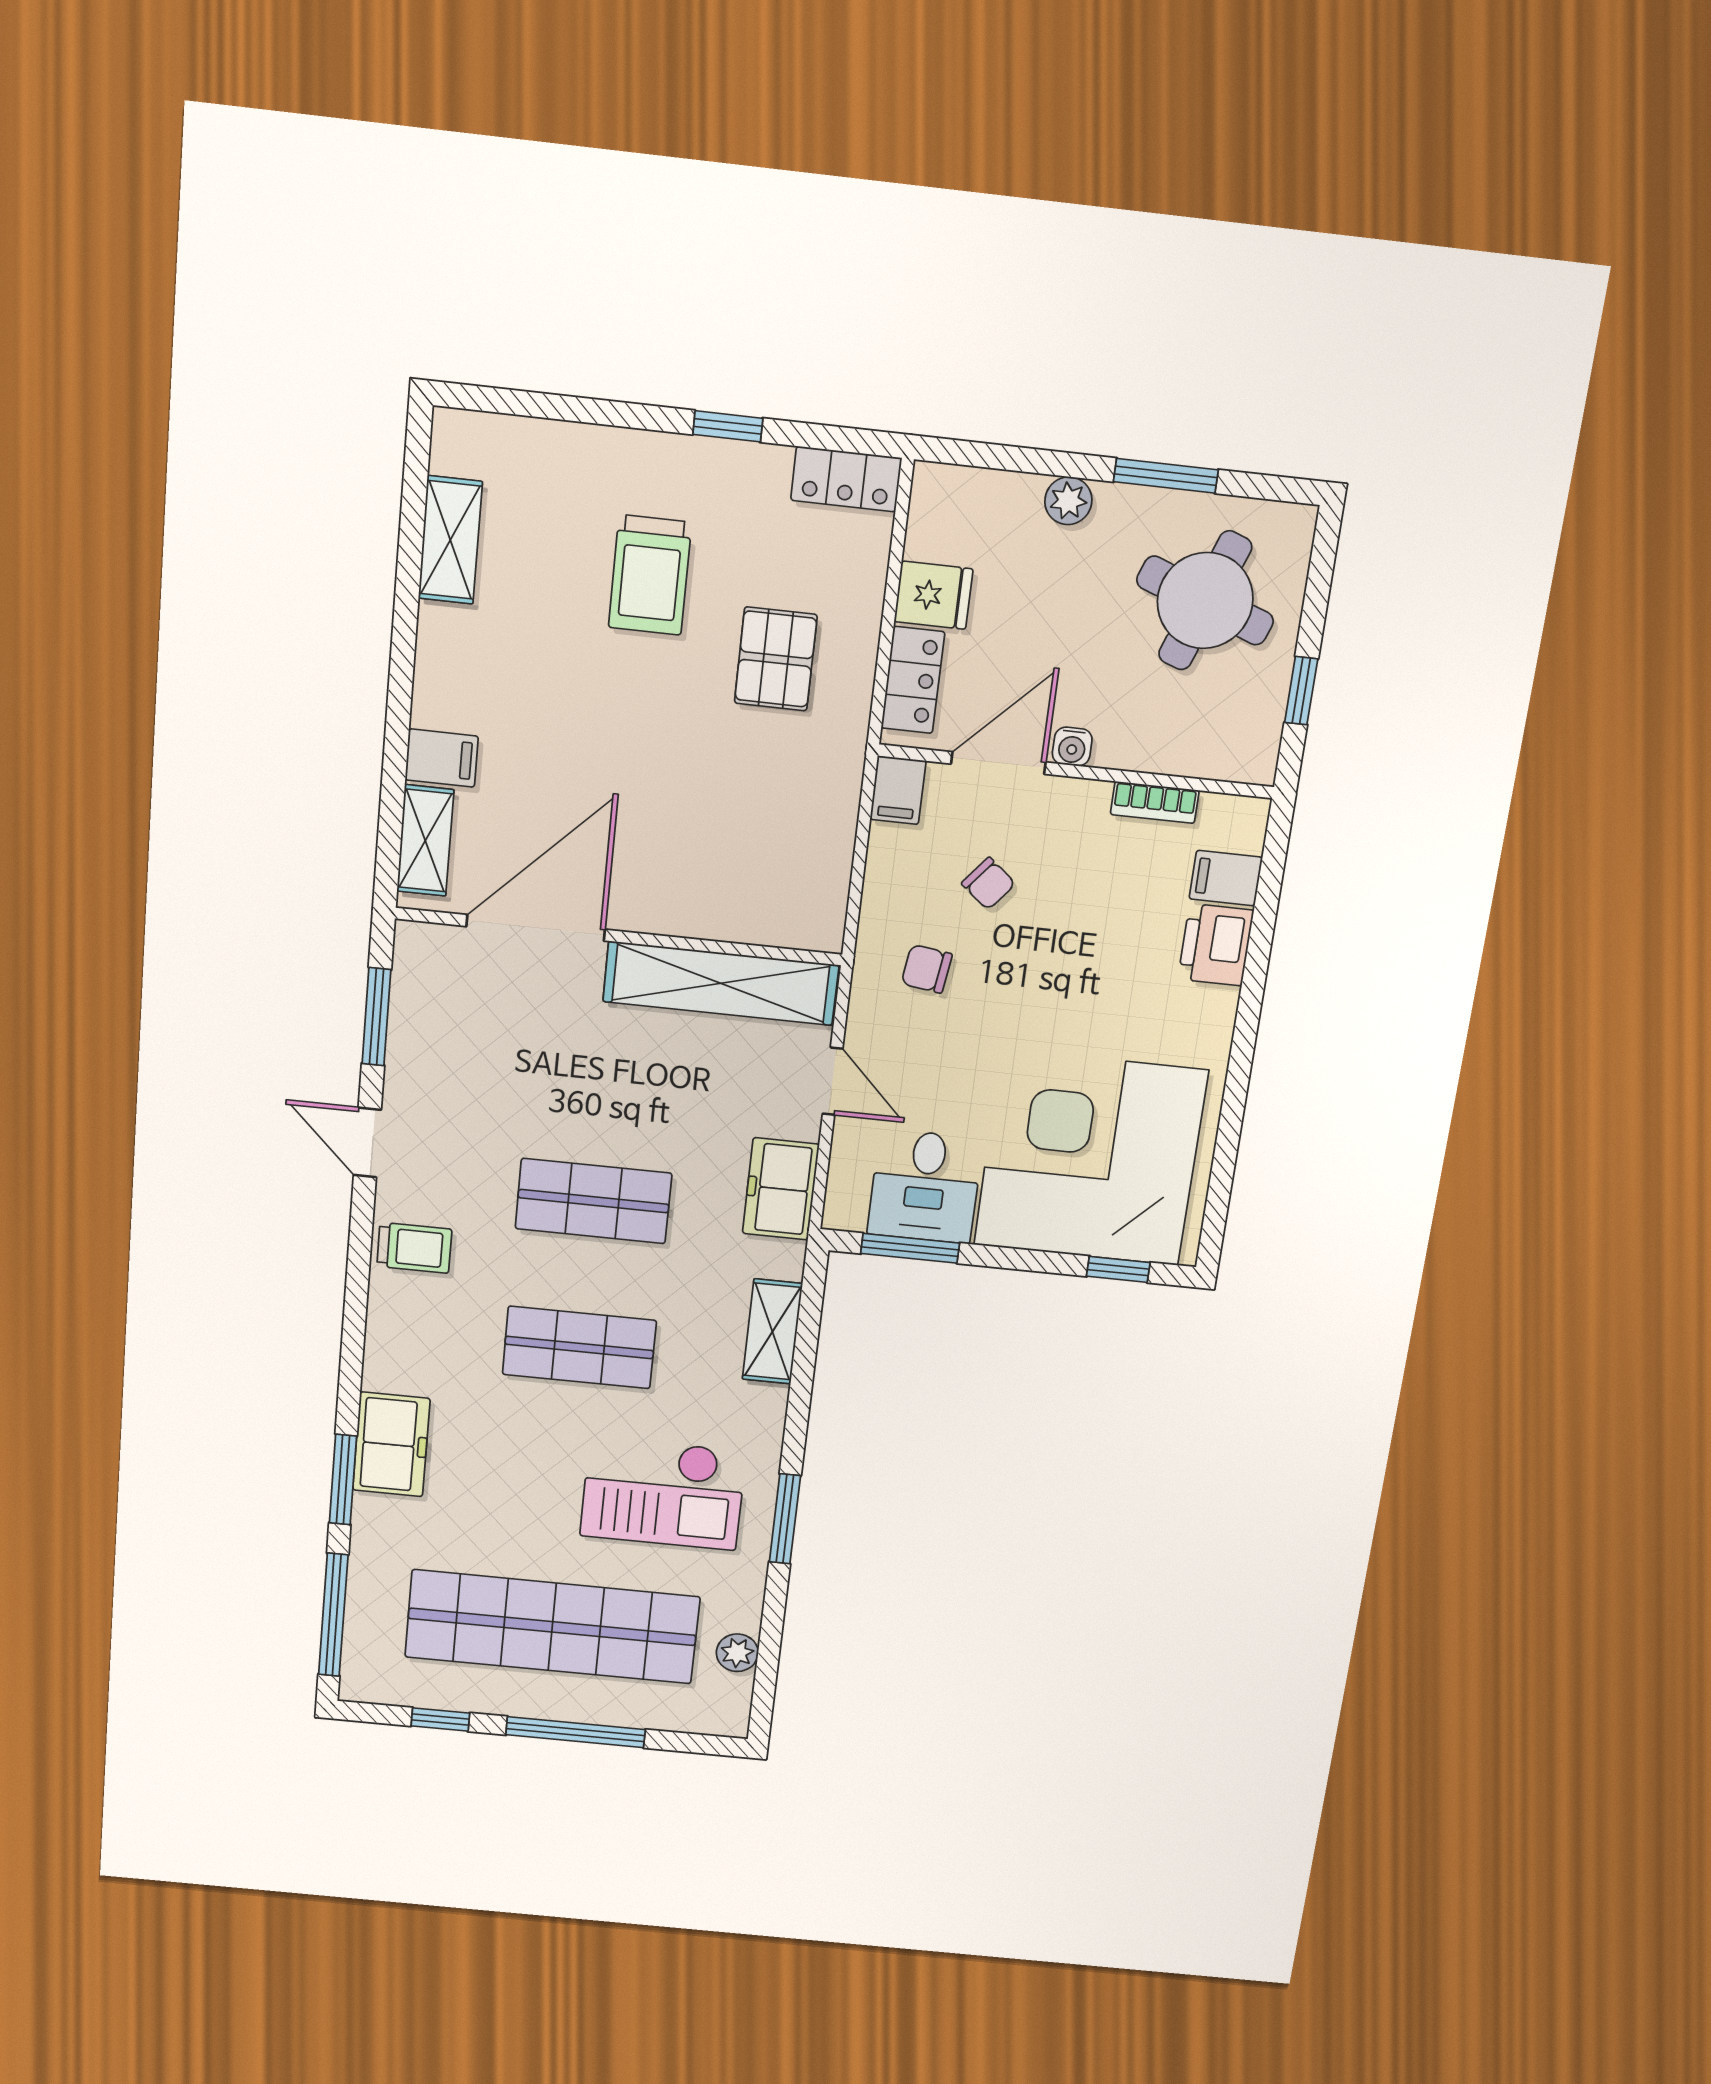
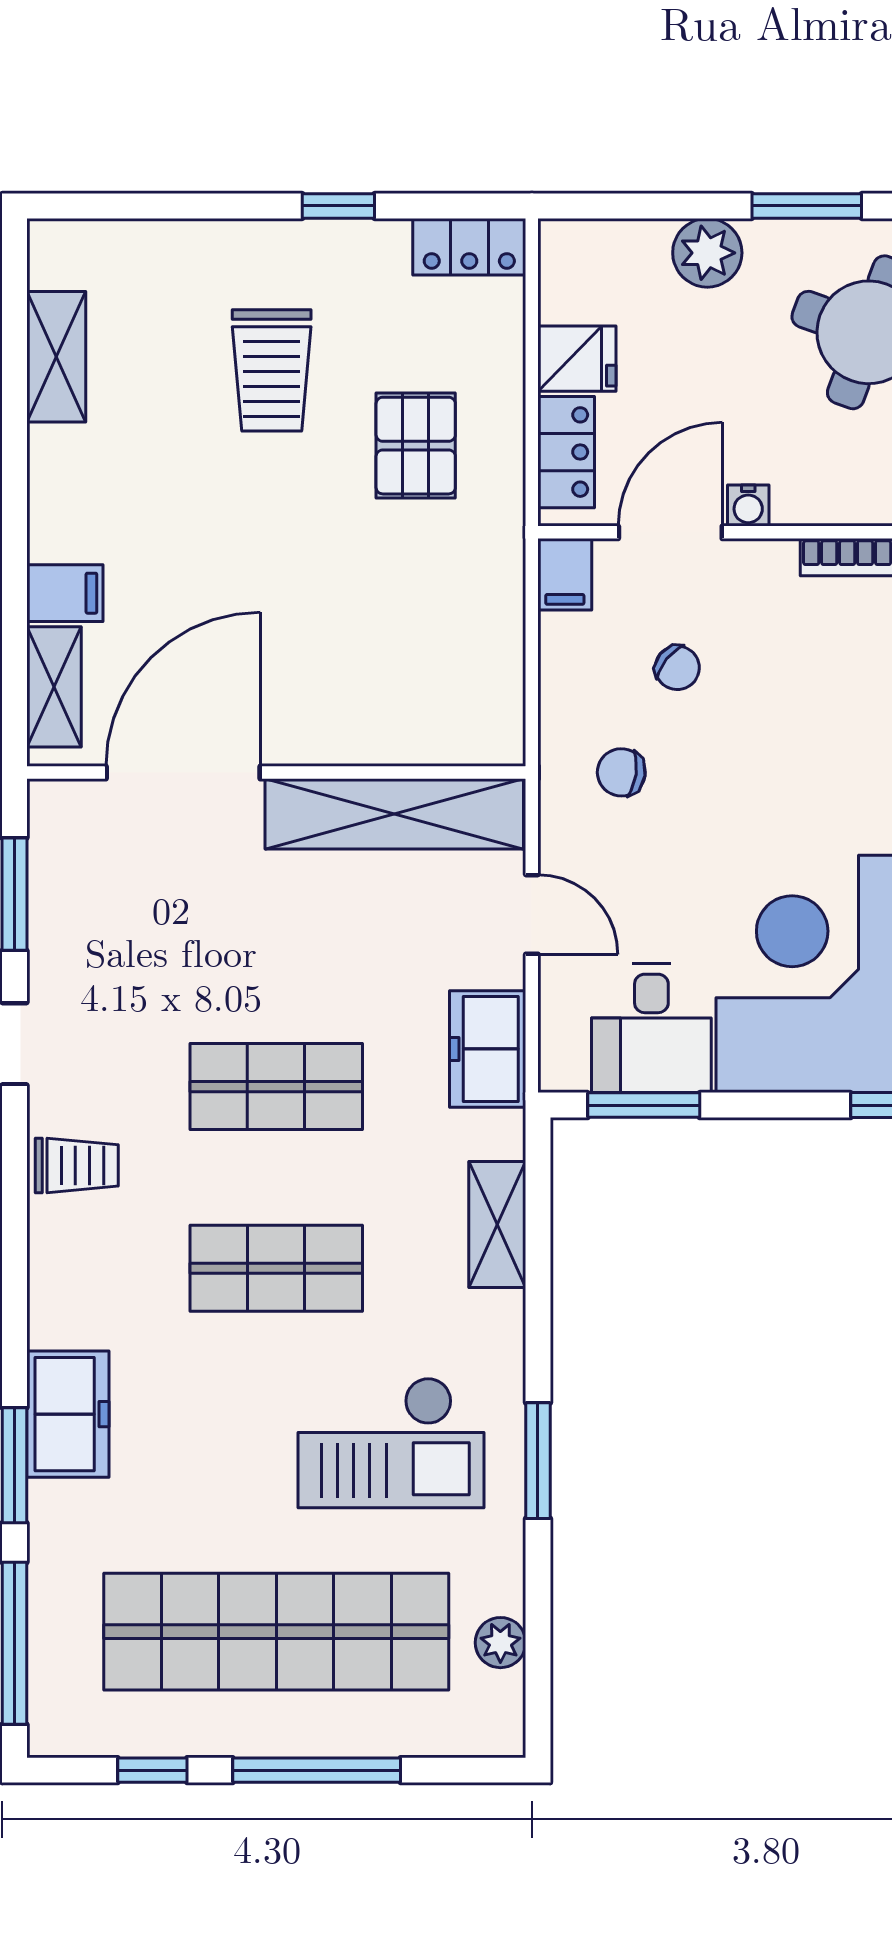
plant: (1068, 501) -> (707, 253), width x1.38, depth x1.38

